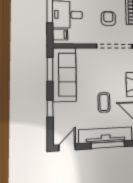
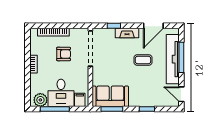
armchair: (108, 19) -> (64, 54), turned 180
sofa: (64, 75) -> (110, 96), width x0.73

